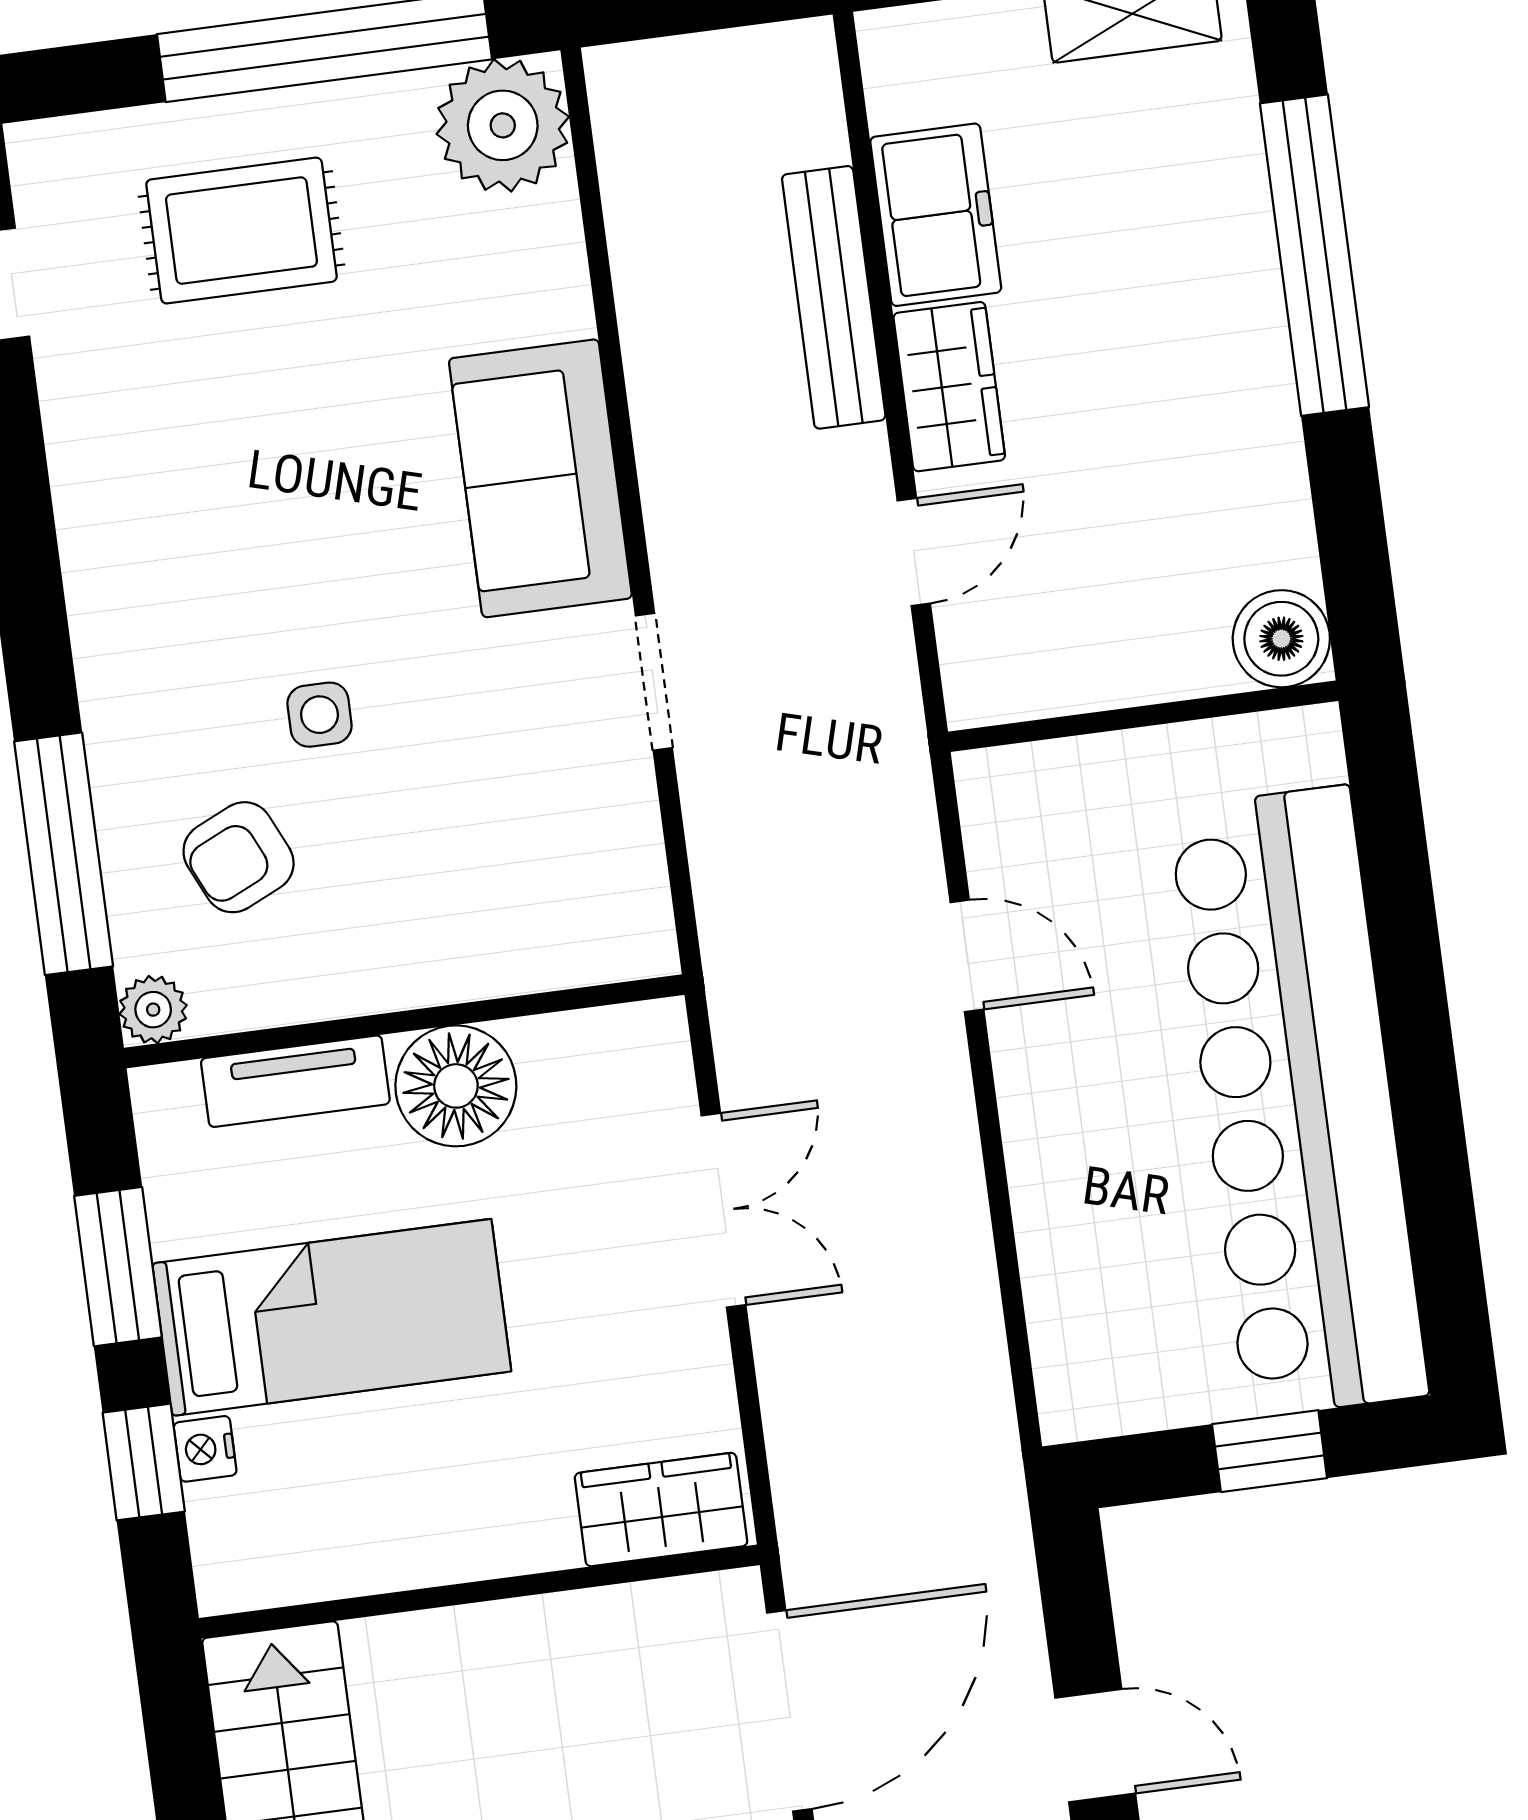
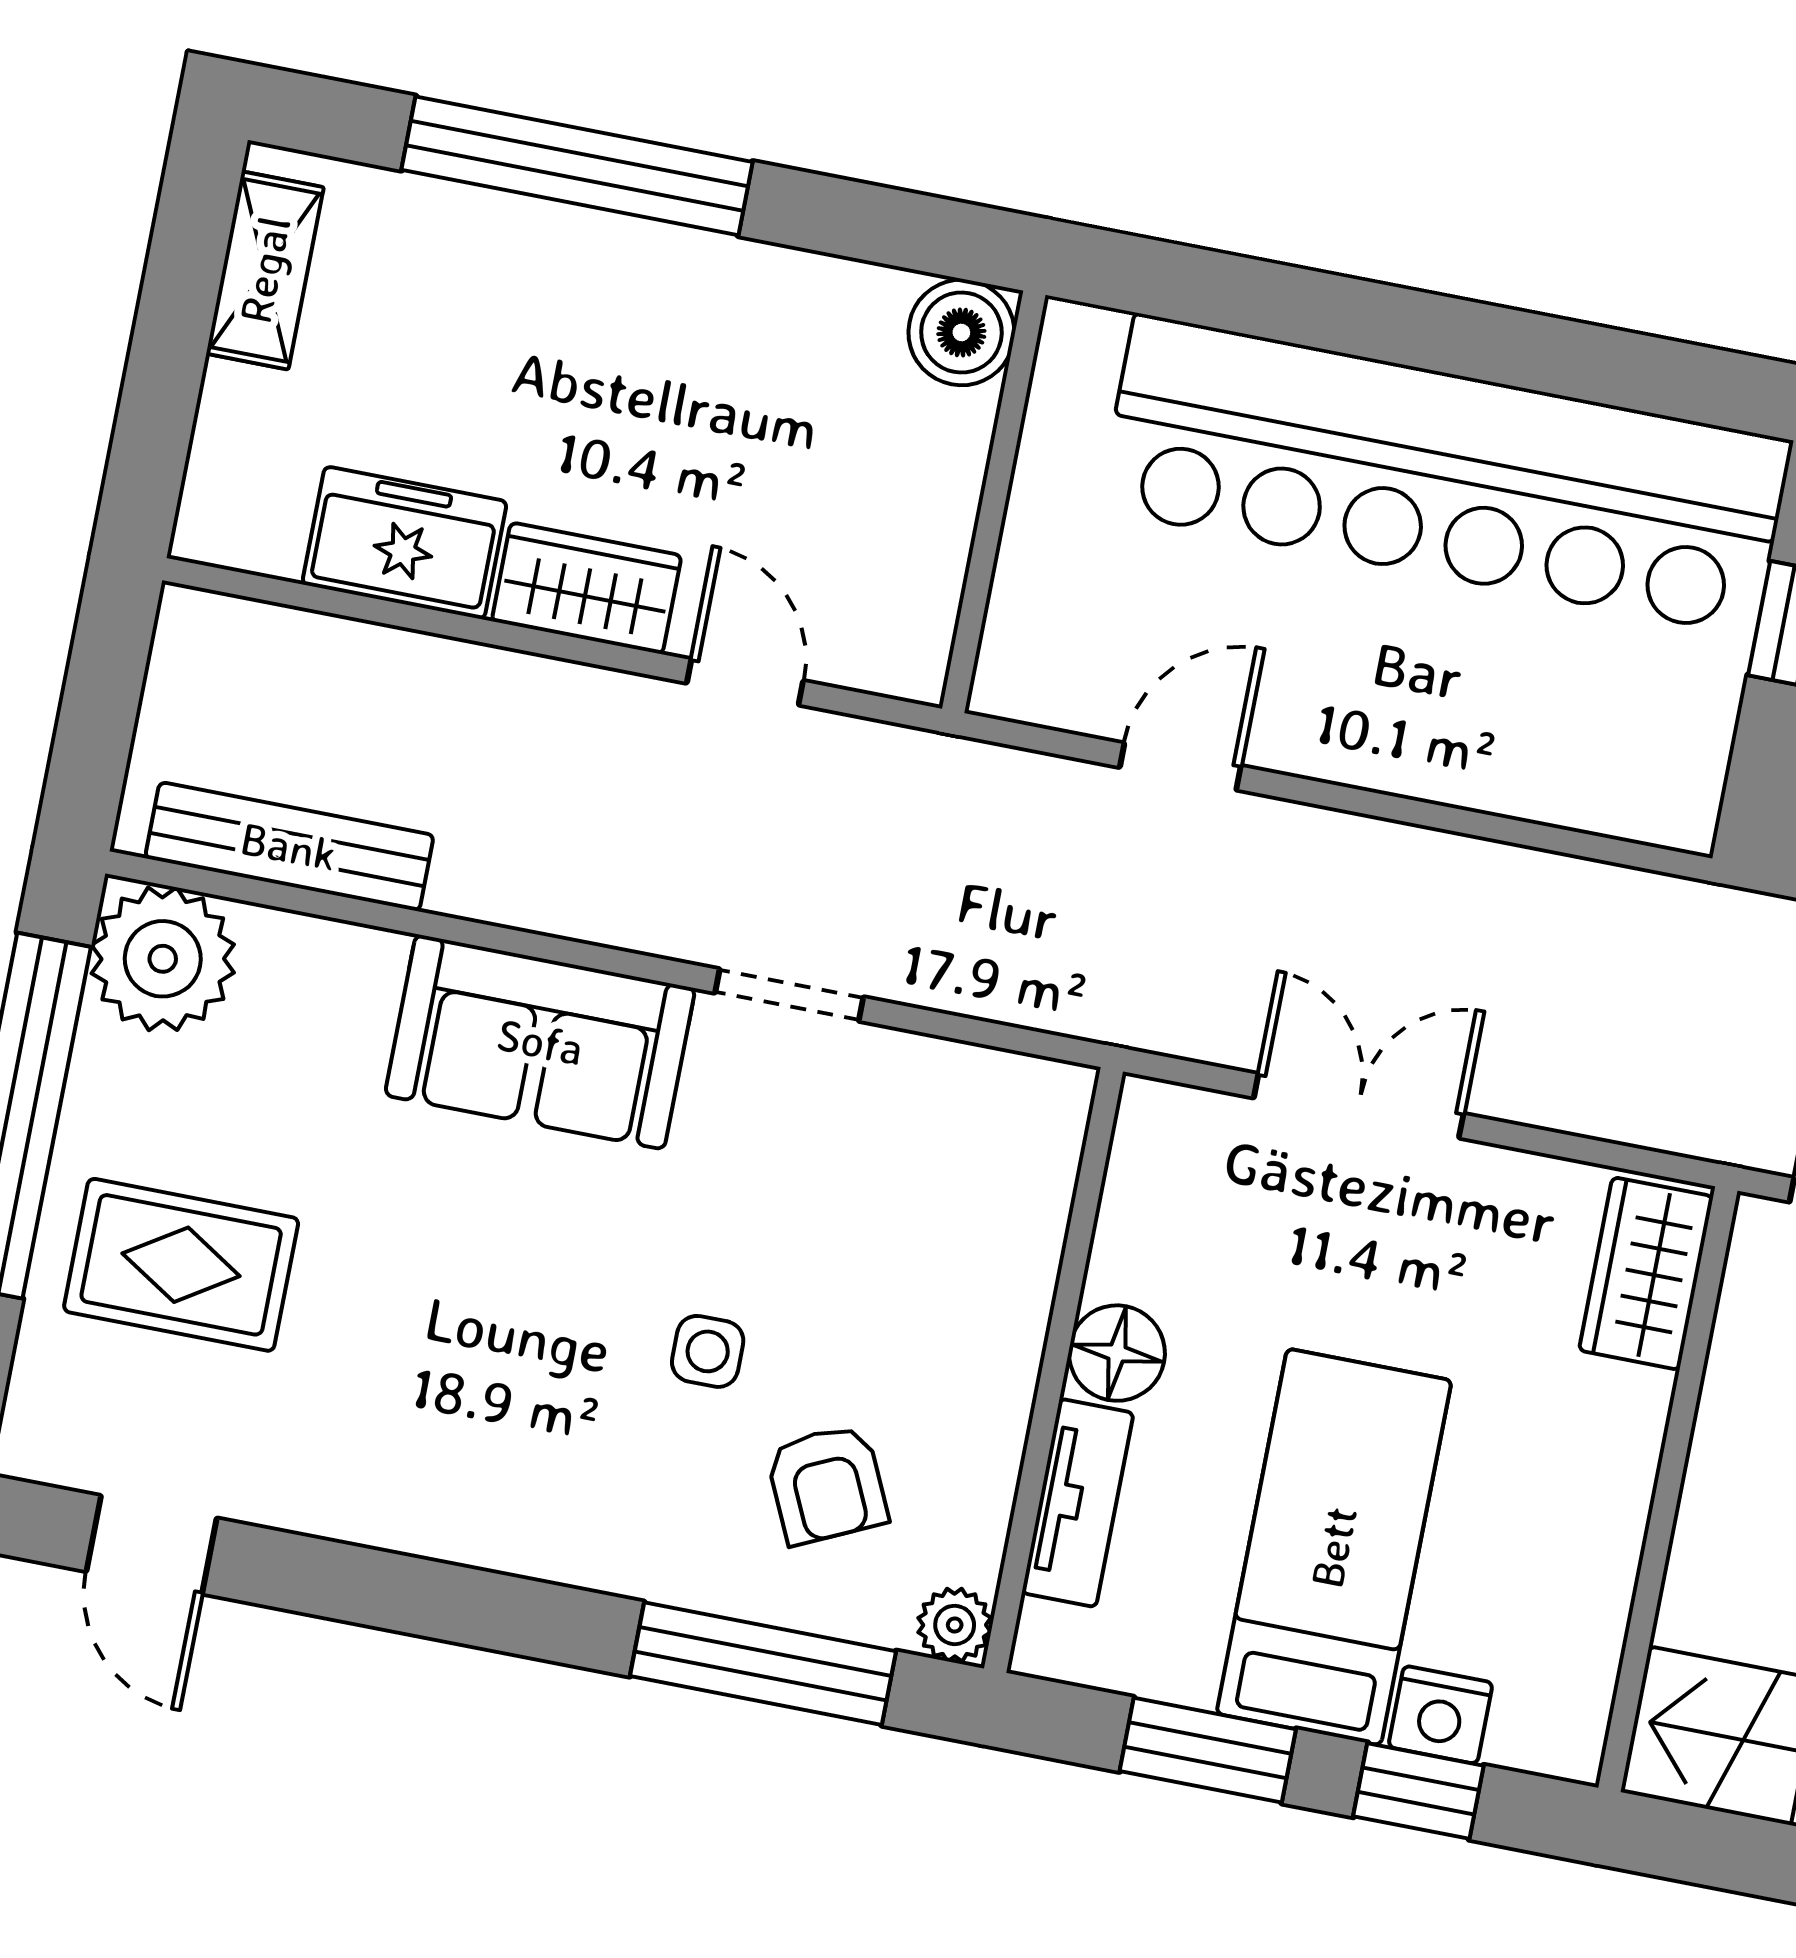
rug: (241, 231) -> (181, 1265), turned 90
bench: (834, 297) -> (289, 847), moved
floor lamp: (456, 1086) -> (1117, 1353), width x0.73, depth x0.73
nightstand: (205, 1449) -> (1440, 1715), width x1.39, depth x1.35

